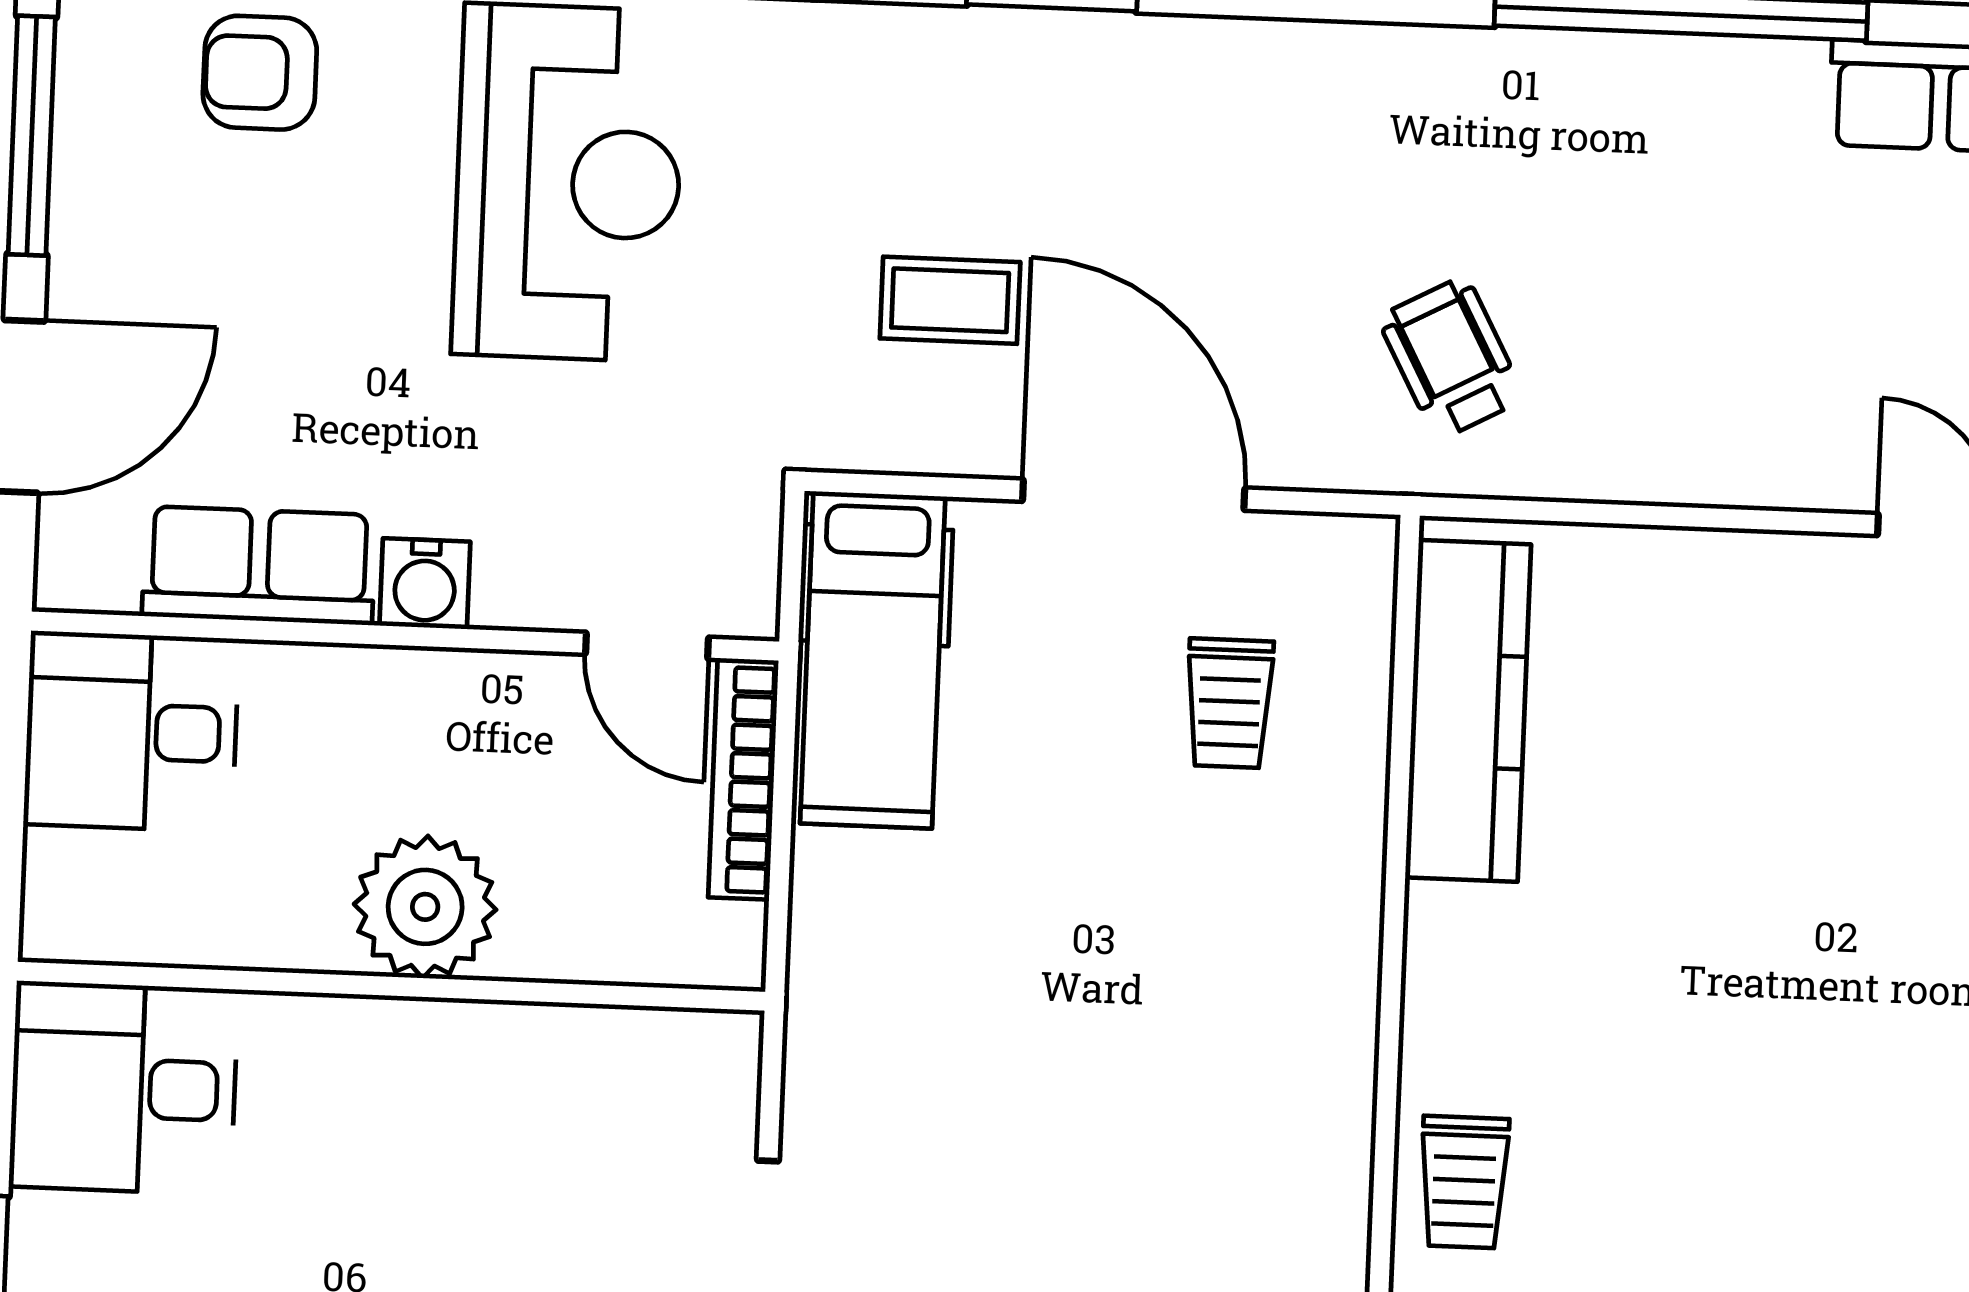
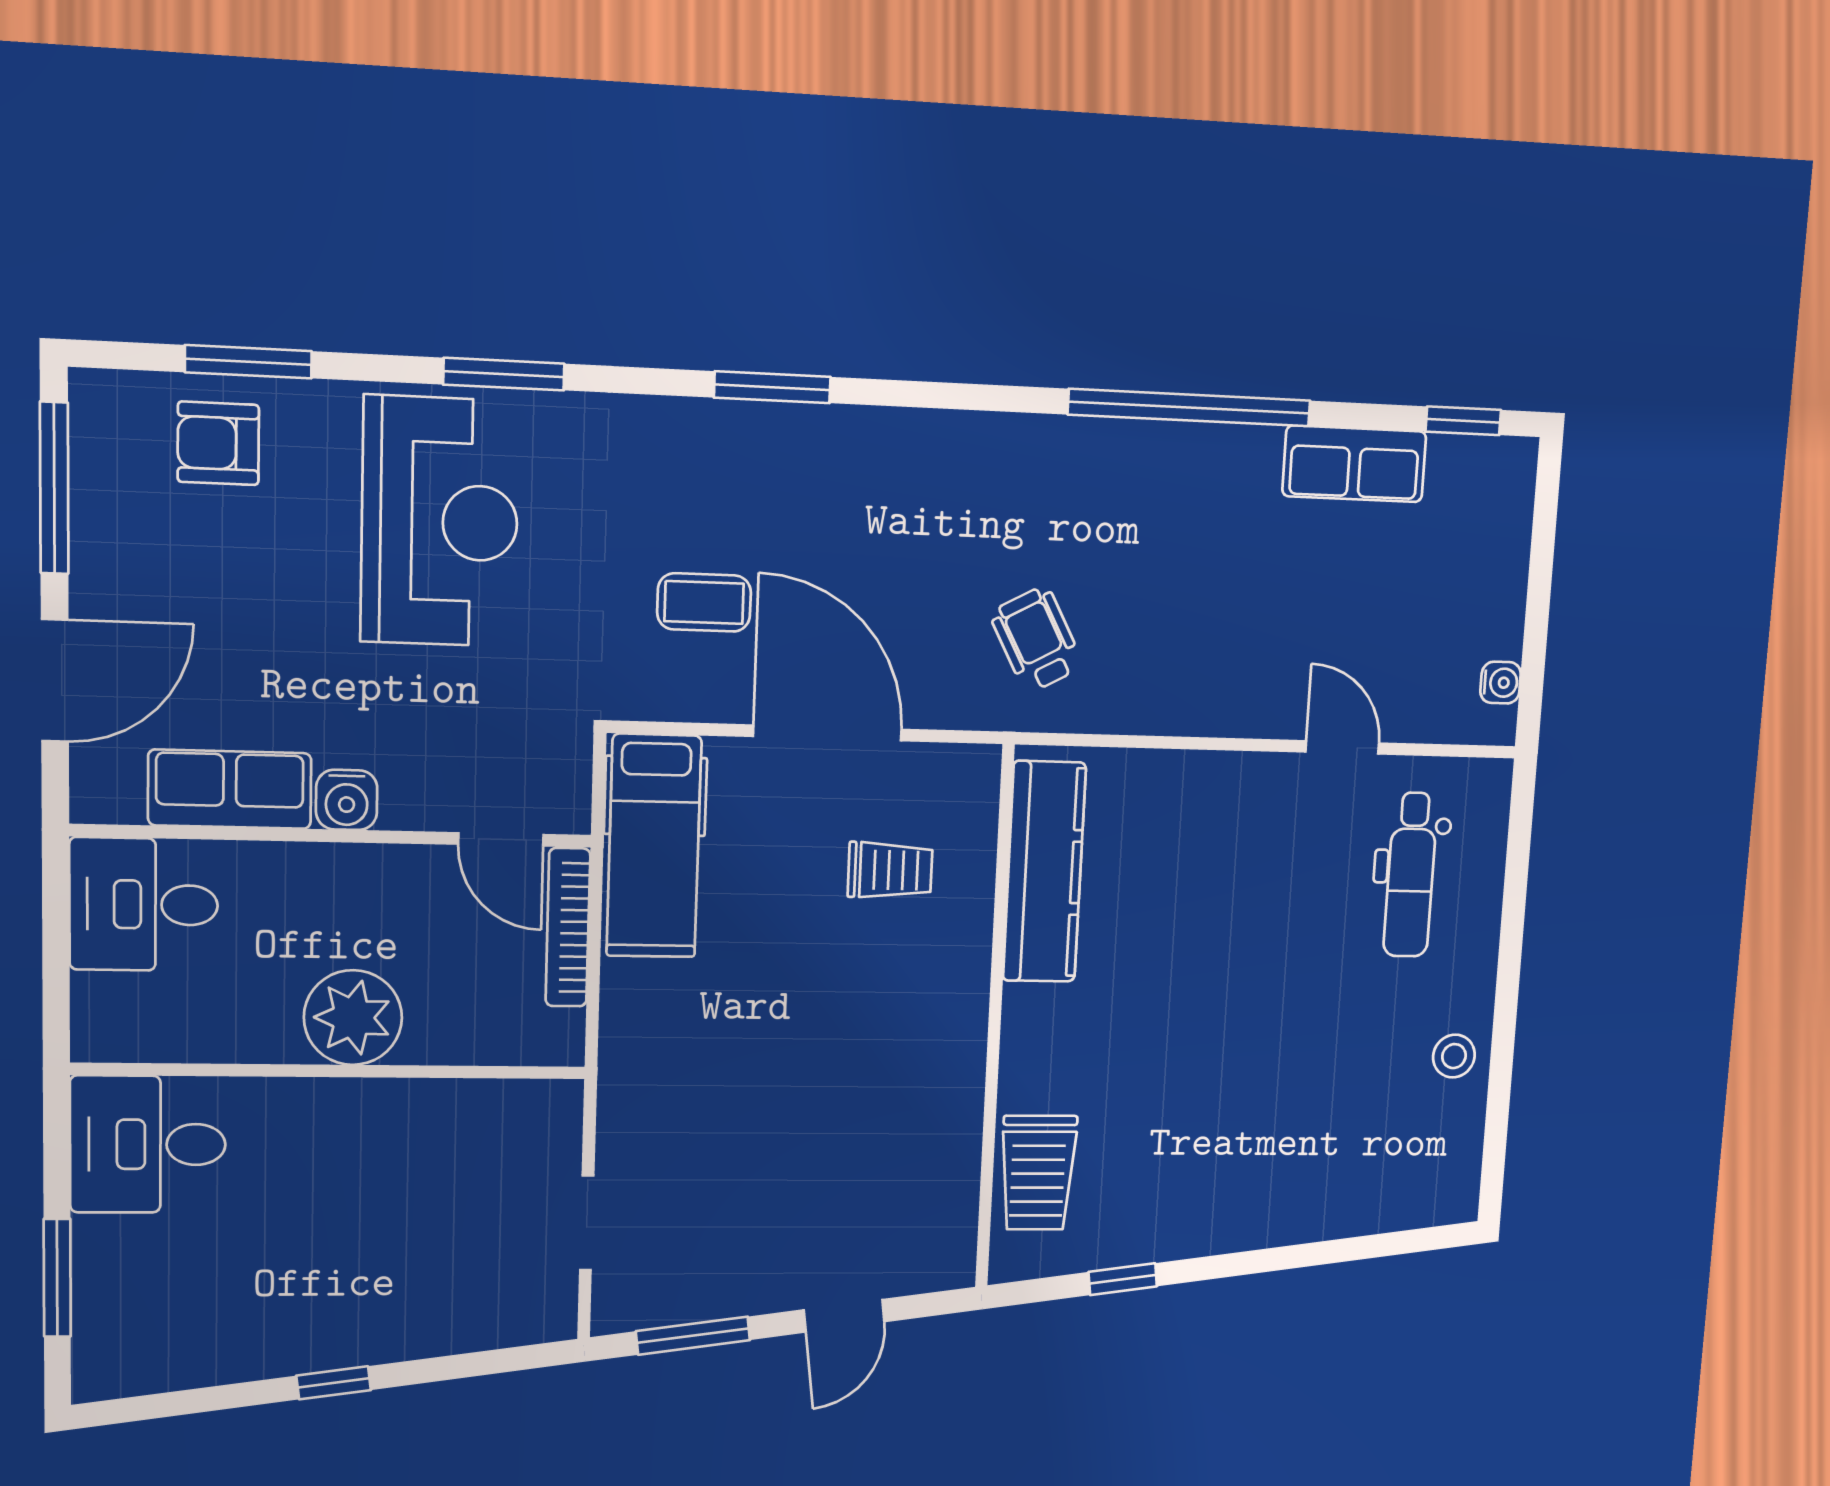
trolley: (1229, 703) -> (890, 870), turned -90
trolley: (1464, 1182) -> (1038, 1173), width x1.36, depth x1.39

